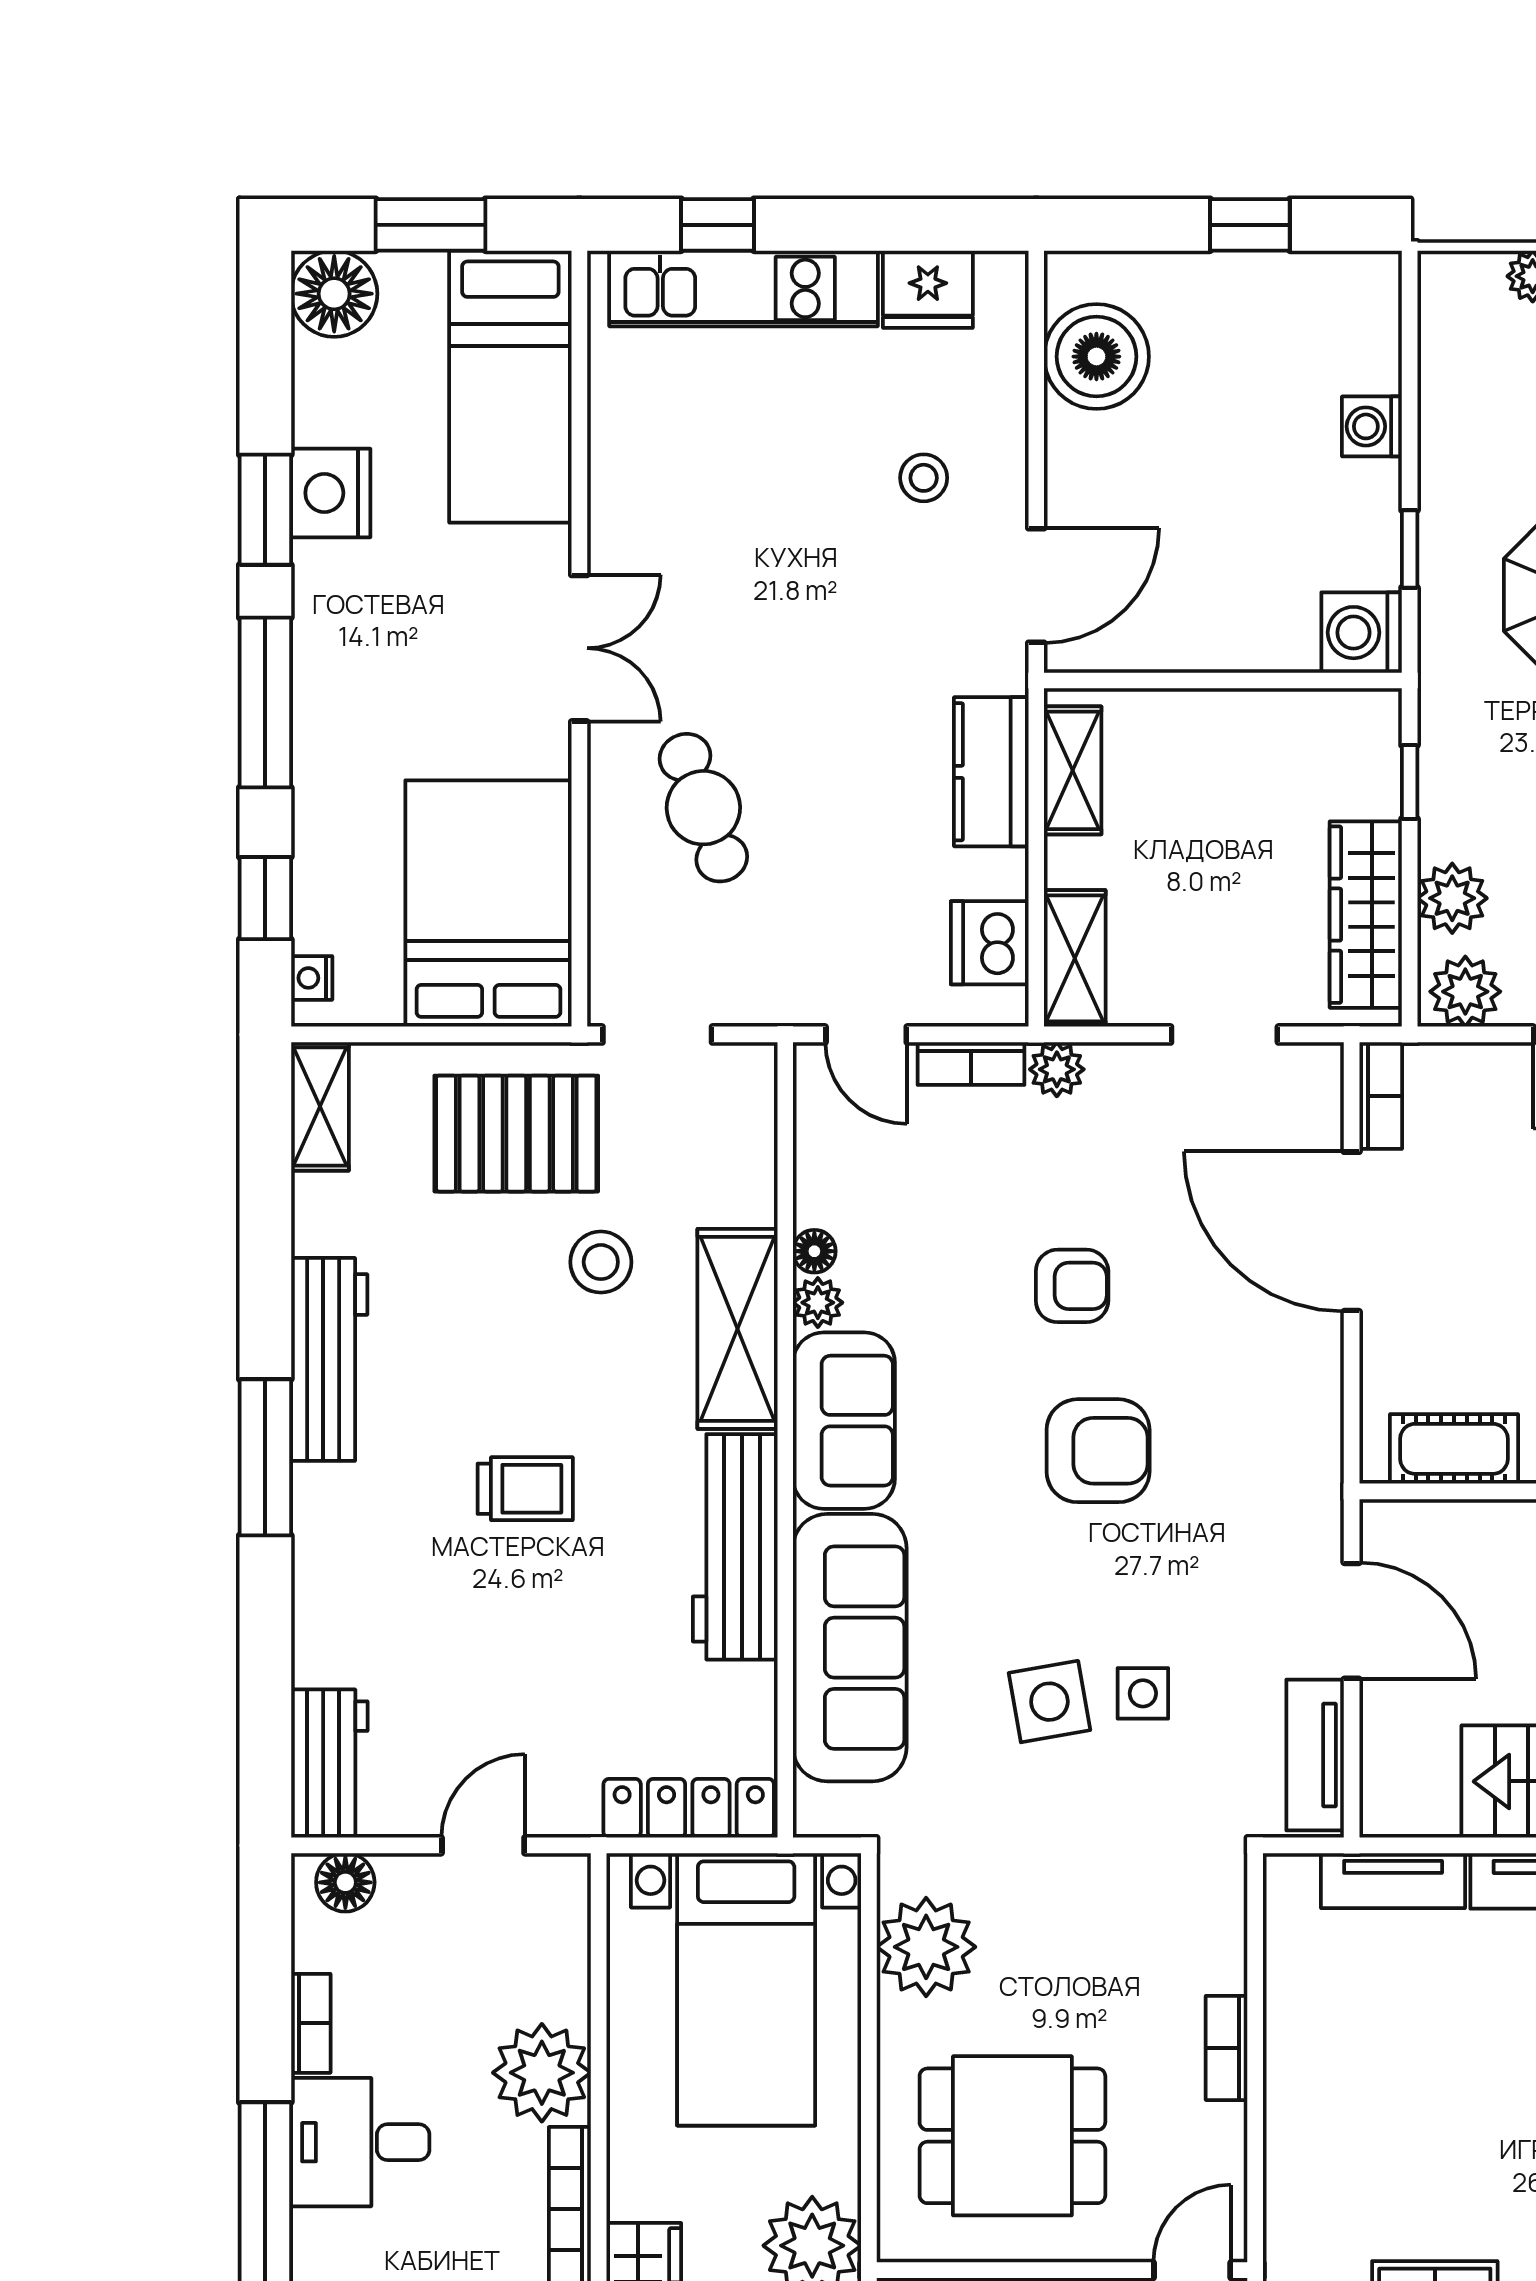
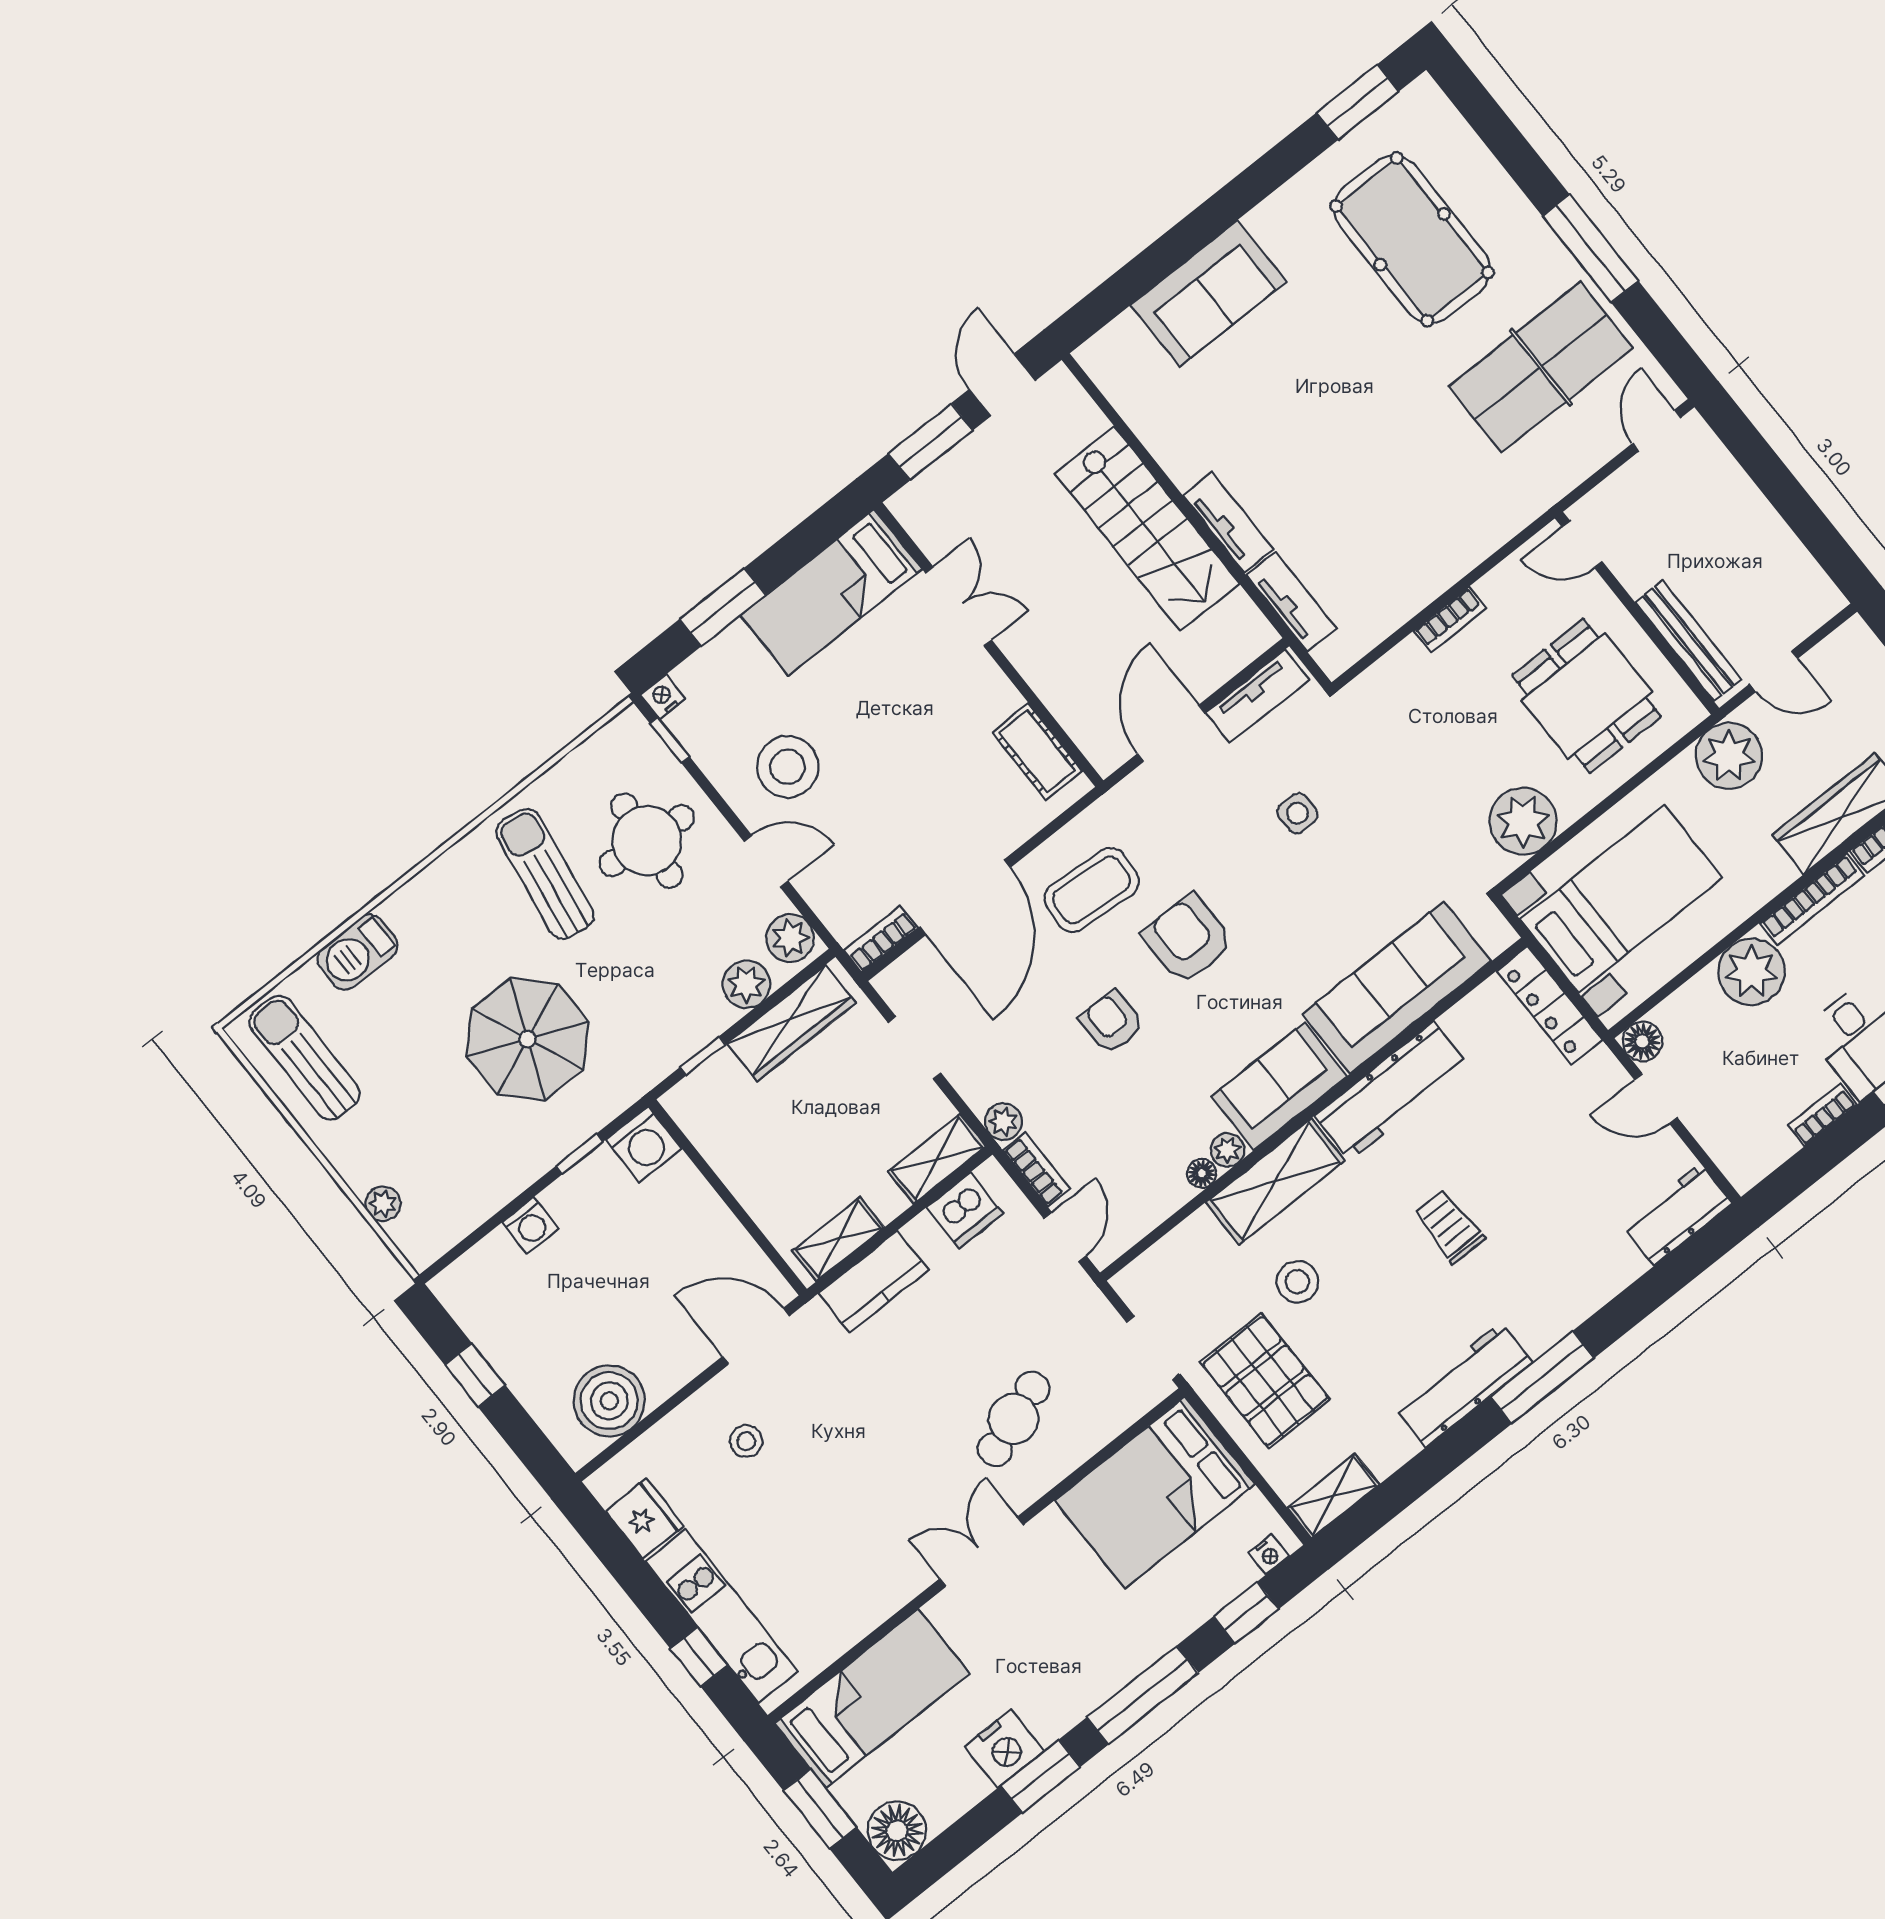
coffee table: (1244, 1385) -> (1092, 890), added
side table: (1049, 1702) -> (1341, 859), removed
floor lamp: (345, 1882) -> (1642, 1041), moved

